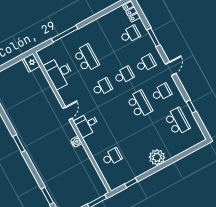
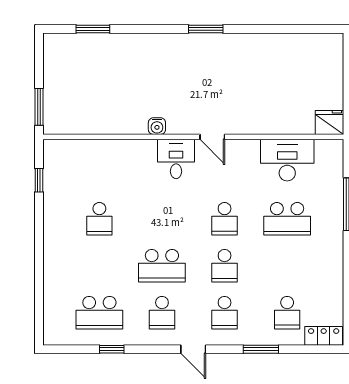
school desk: (112, 157) -> (99, 219), moved
plant: (157, 157) -> (58, 247), removed

